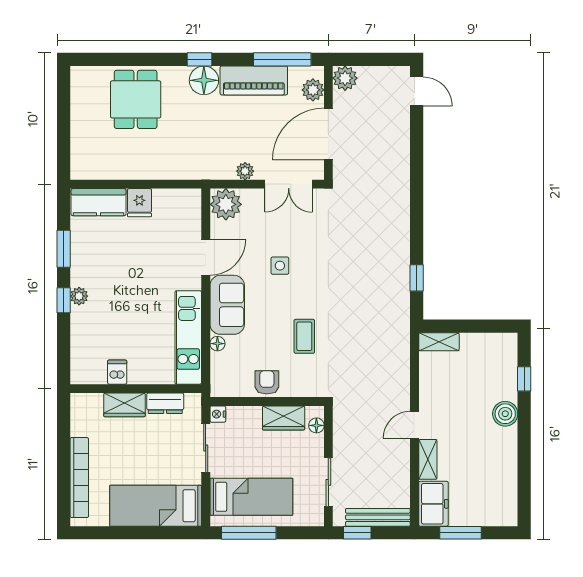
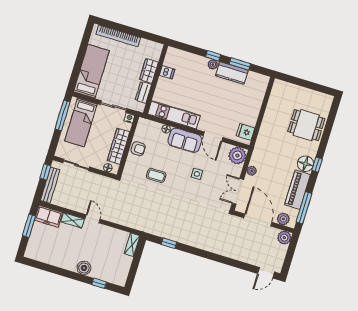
kitchen counter: (98, 202) -> (232, 73), moved, turned -90
fridge: (139, 203) -> (245, 132), moved
wardrobe: (284, 418) -> (119, 146), width x1.50

